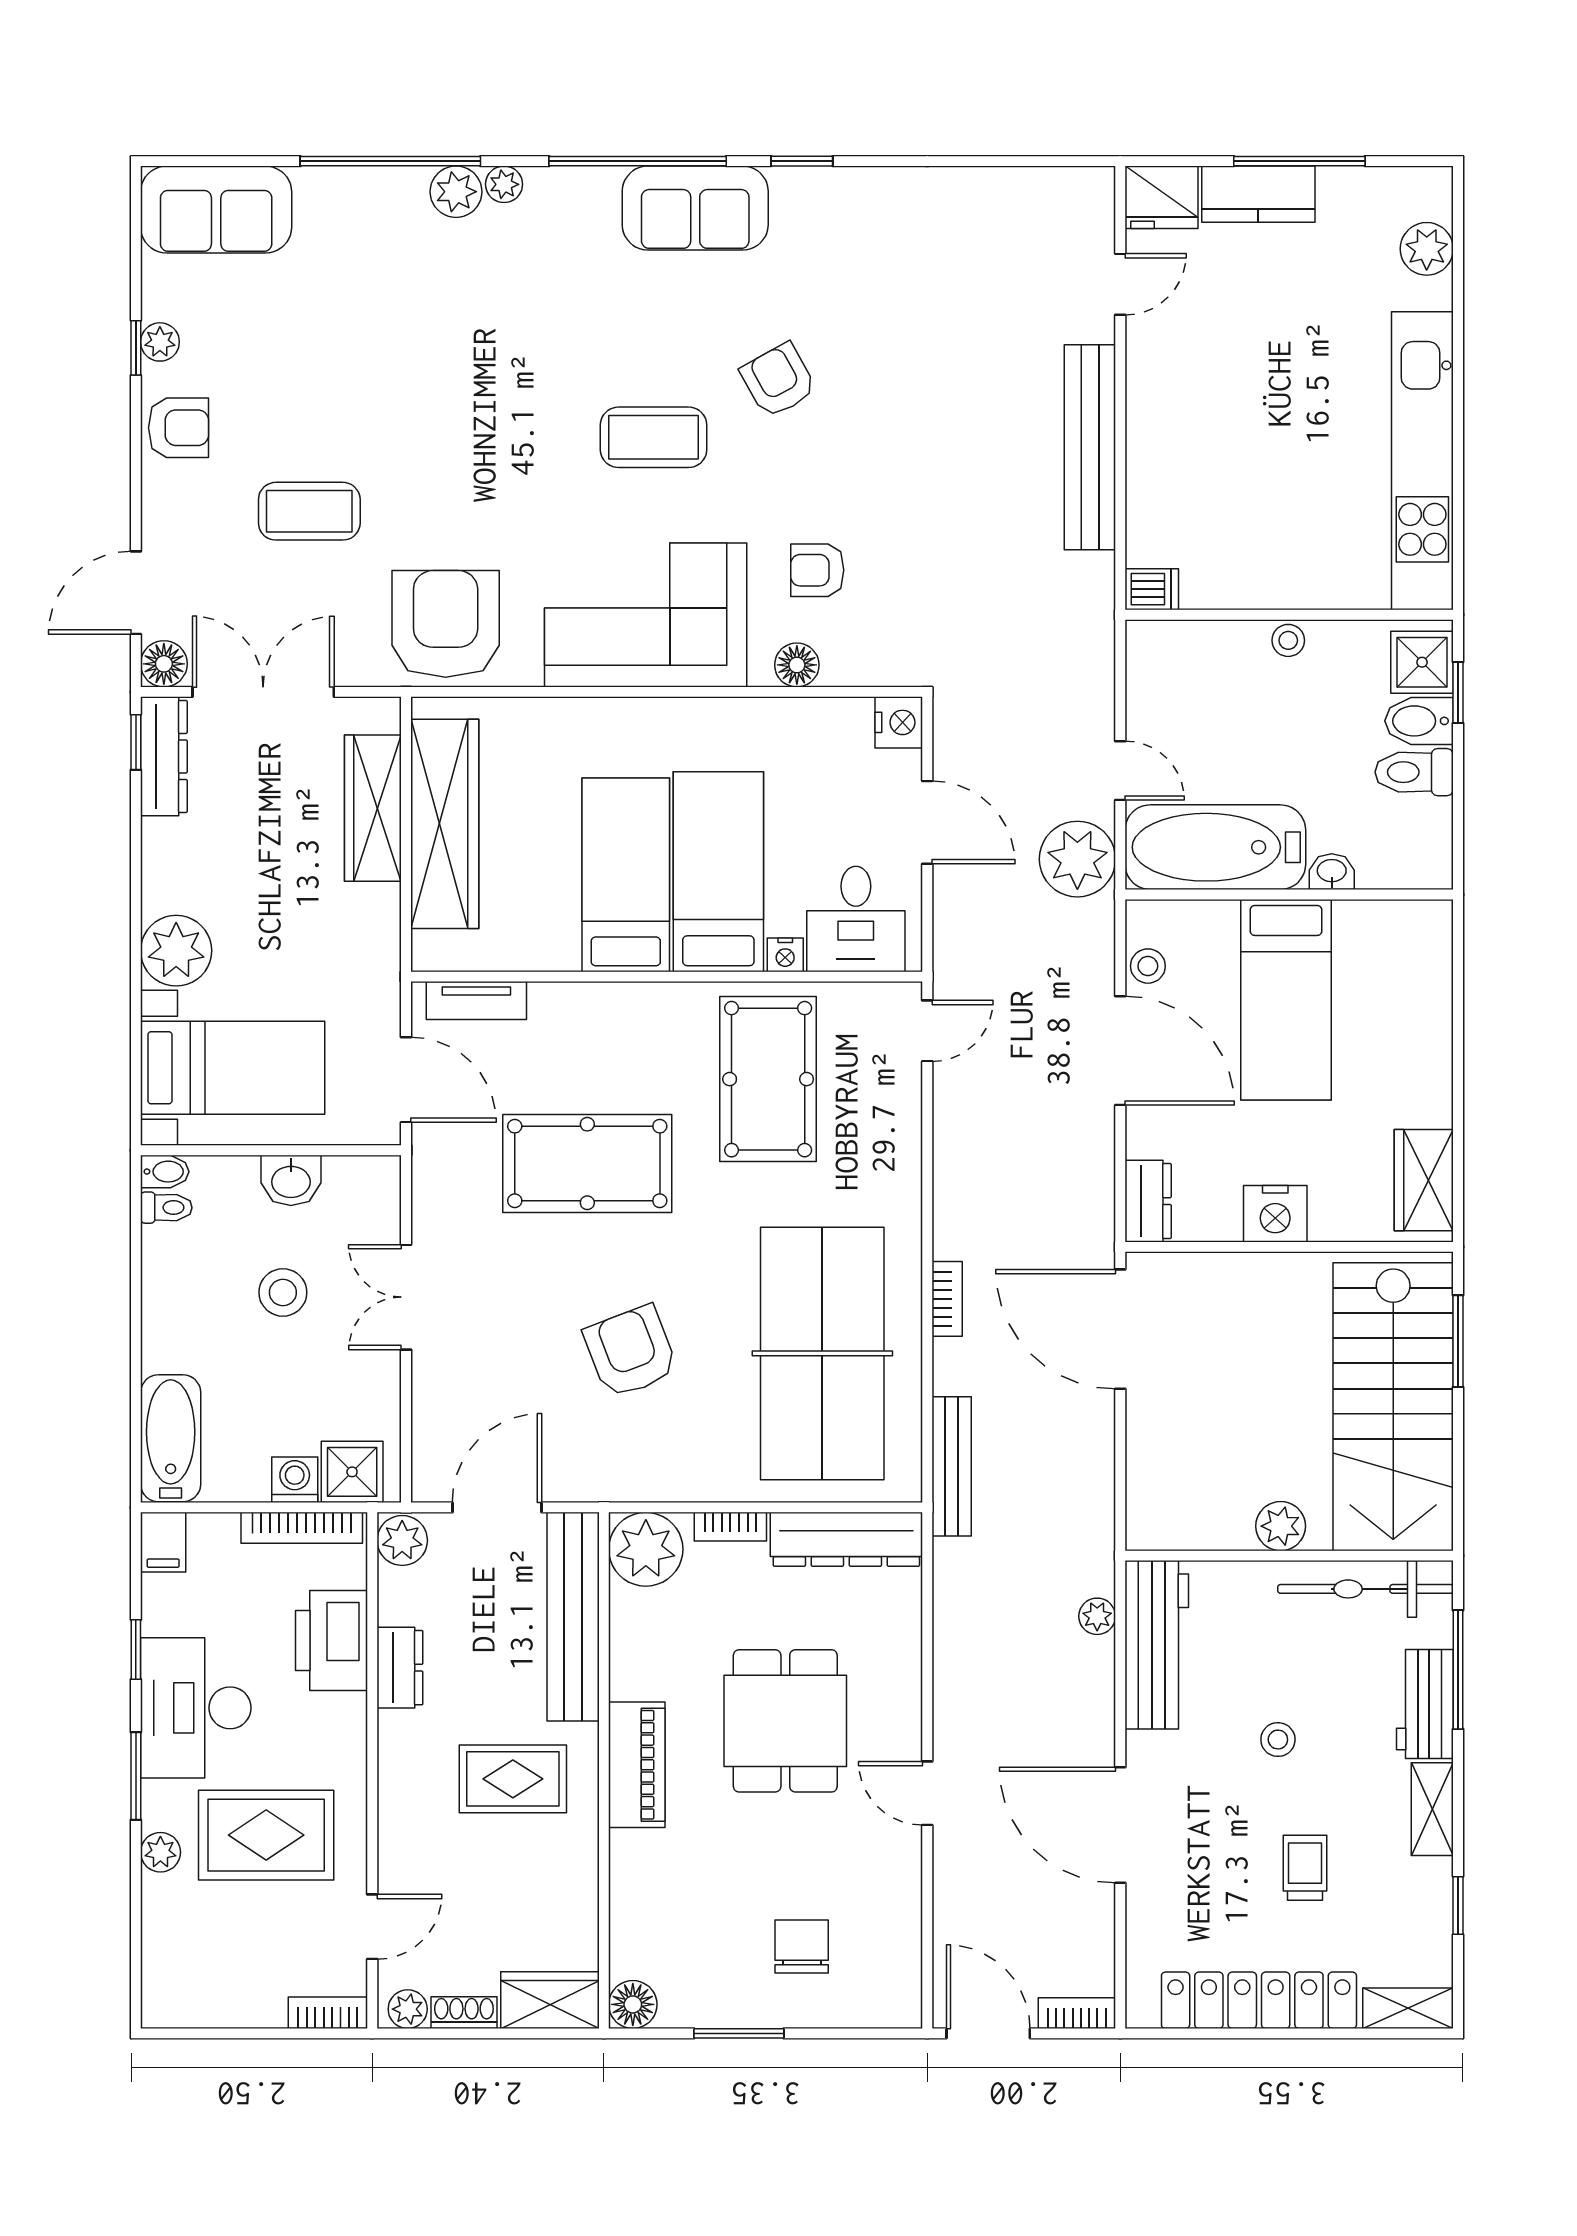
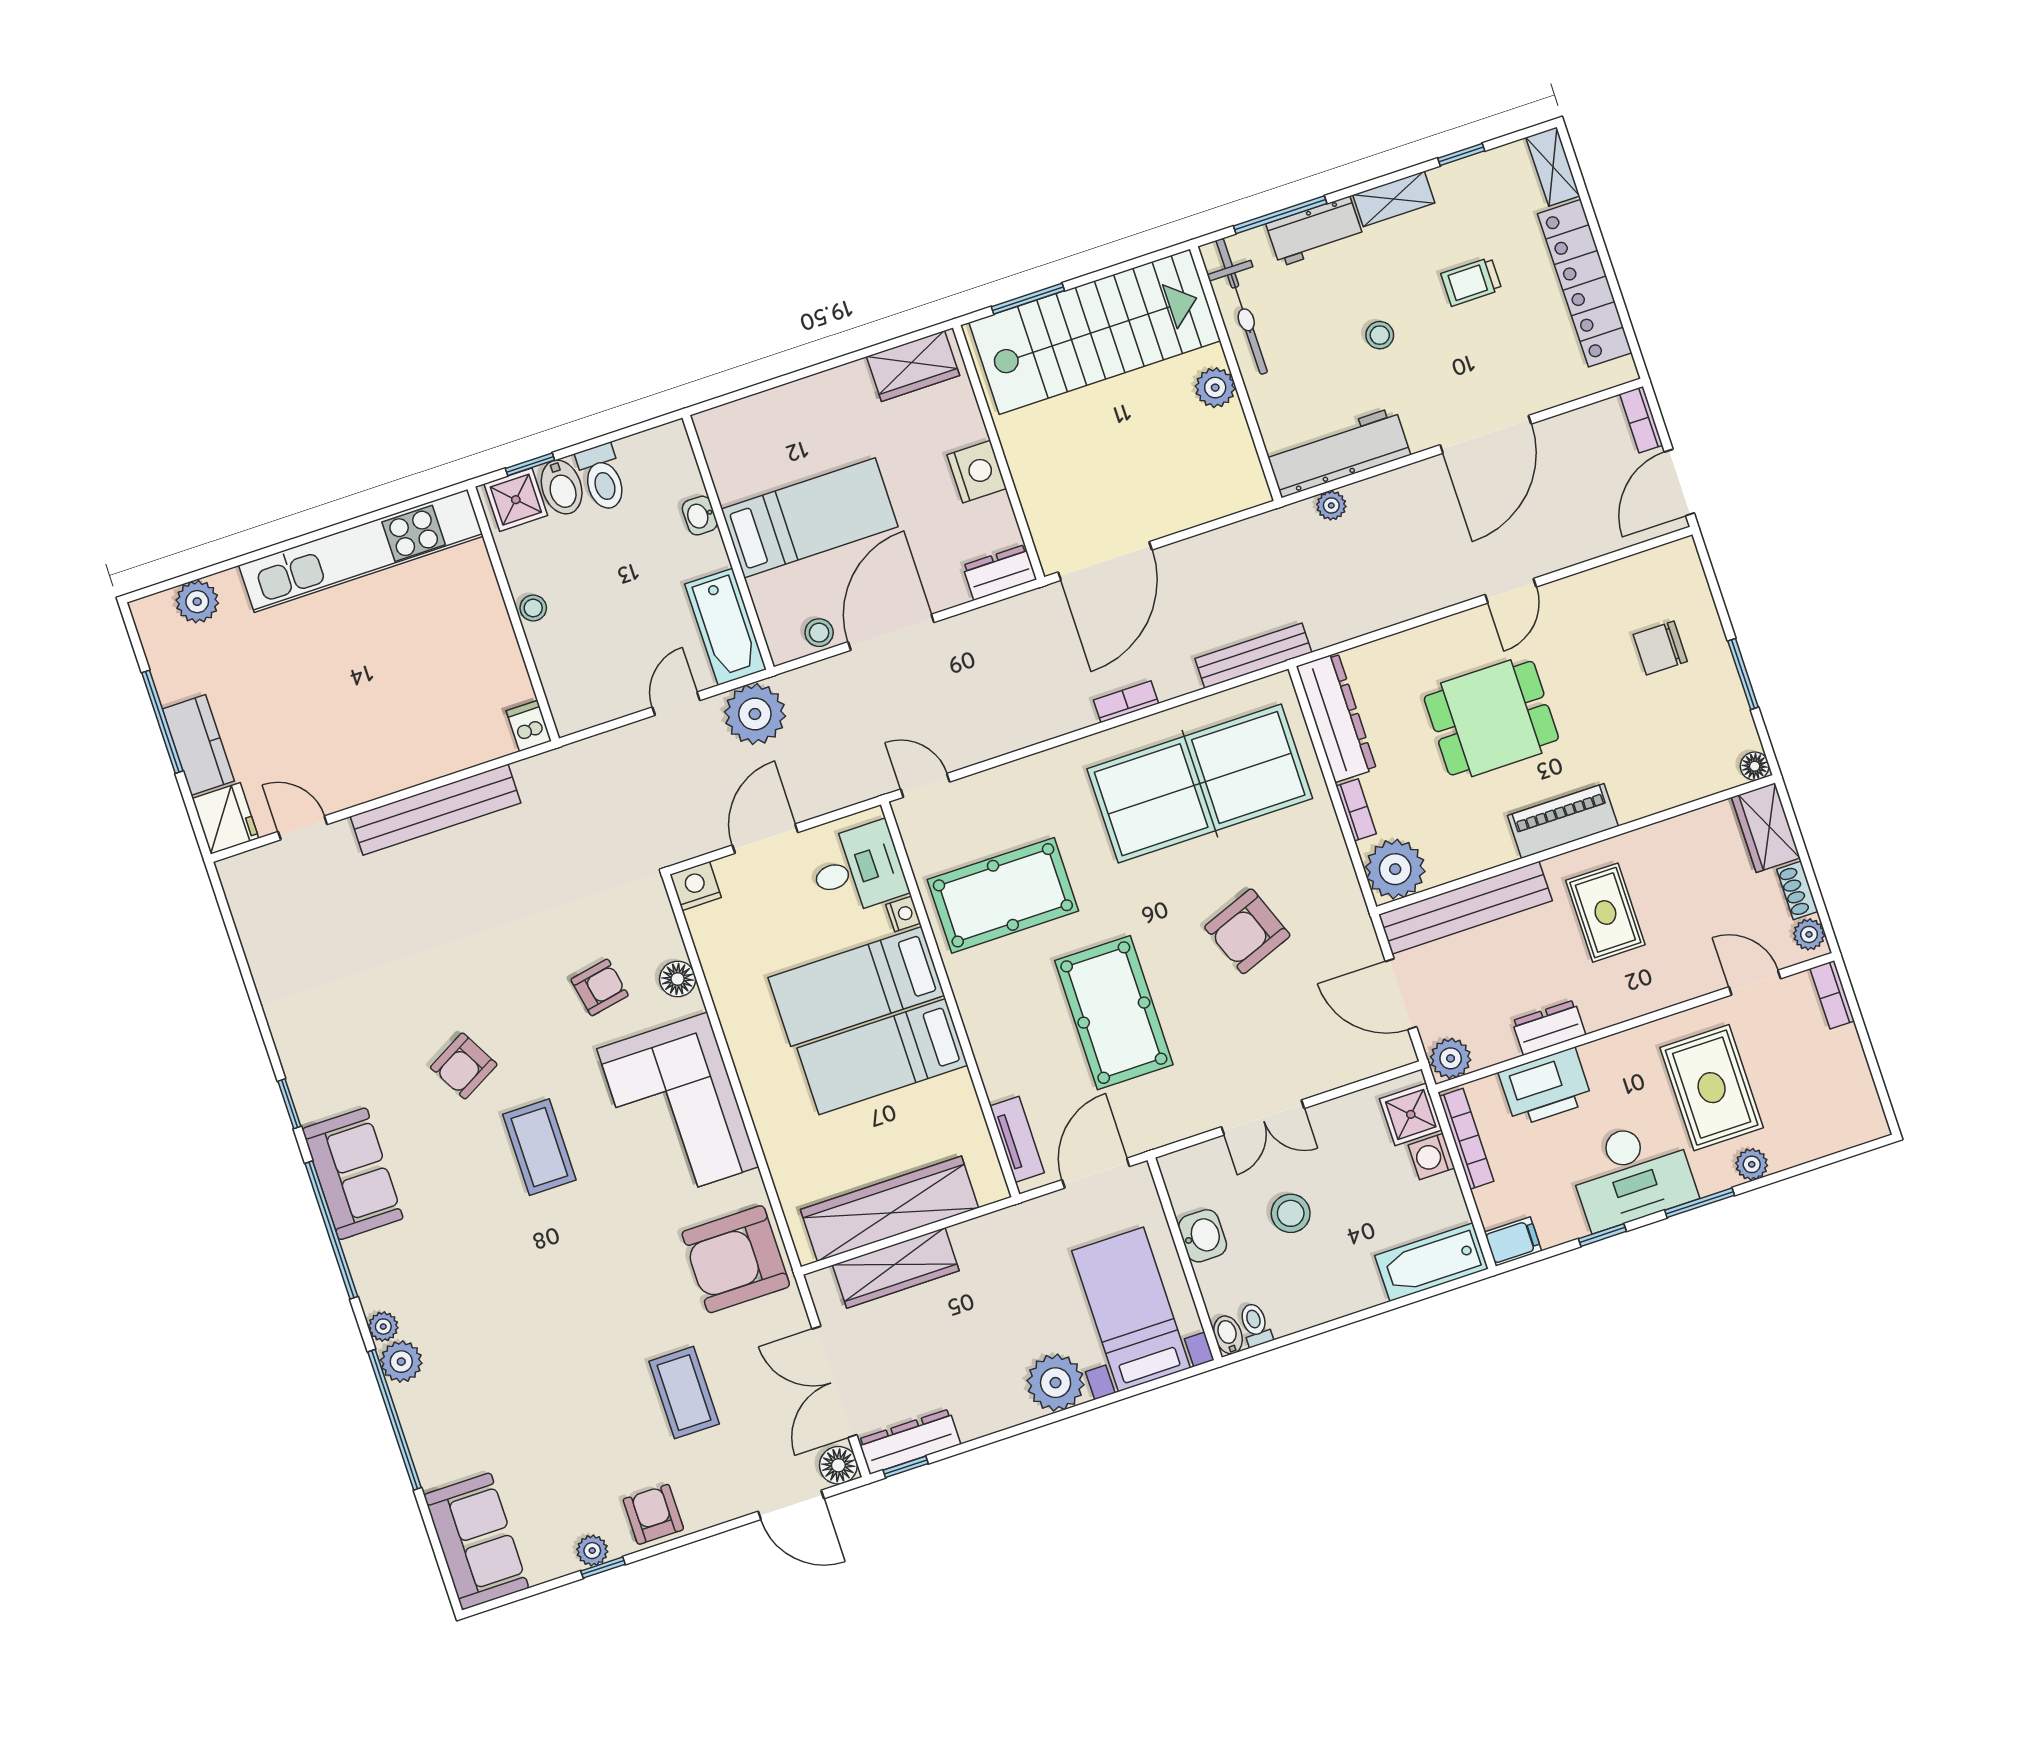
armchair: (817, 570) -> (600, 987), turned -101
bathtub: (1215, 847) -> (725, 627), width x0.73, depth x0.73
floor lamp: (633, 2004) -> (1755, 766), width x0.73, depth x0.73

